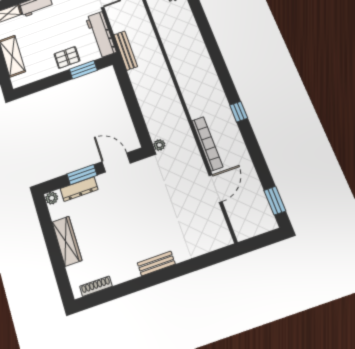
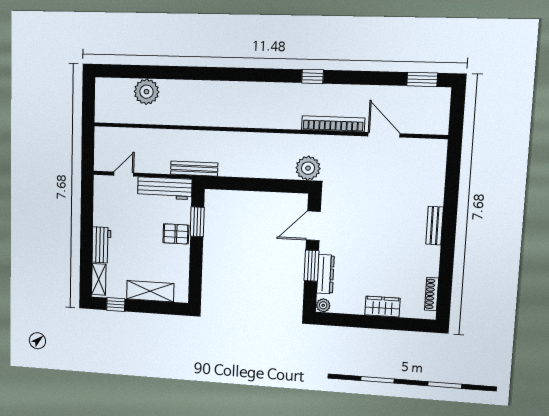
pallet: (67, 57) -> (176, 234), turned 90
plant: (159, 145) -> (308, 168), width x1.88, depth x1.88
wardrobe: (67, 241) -> (382, 307), width x0.67

